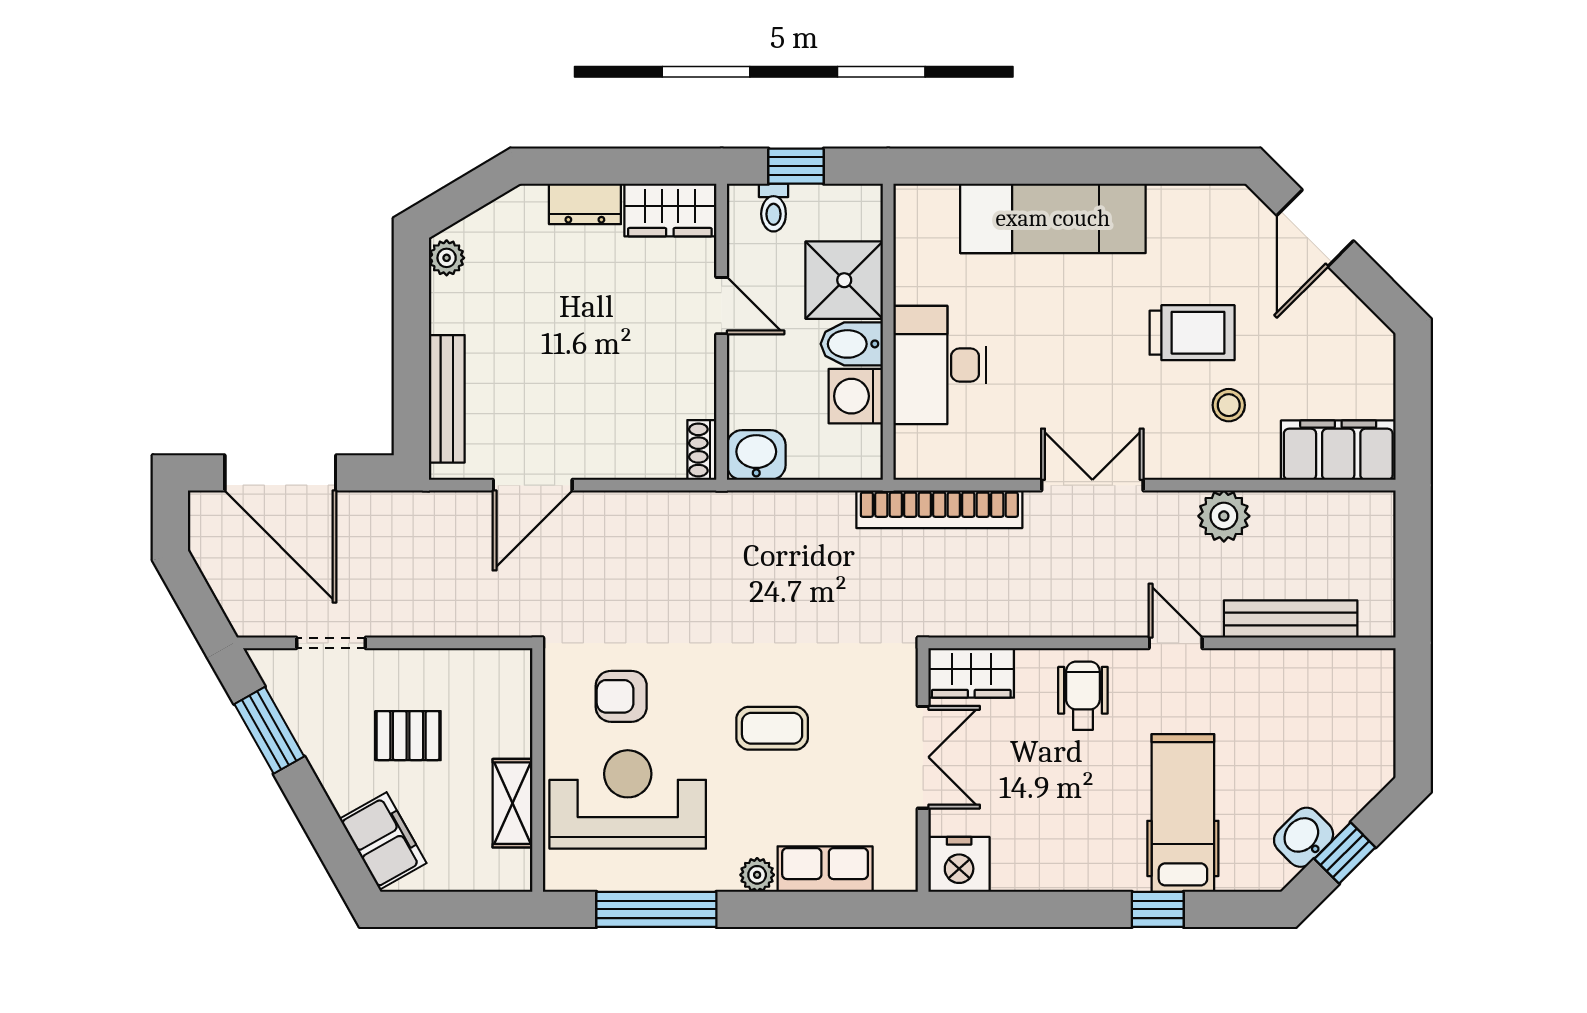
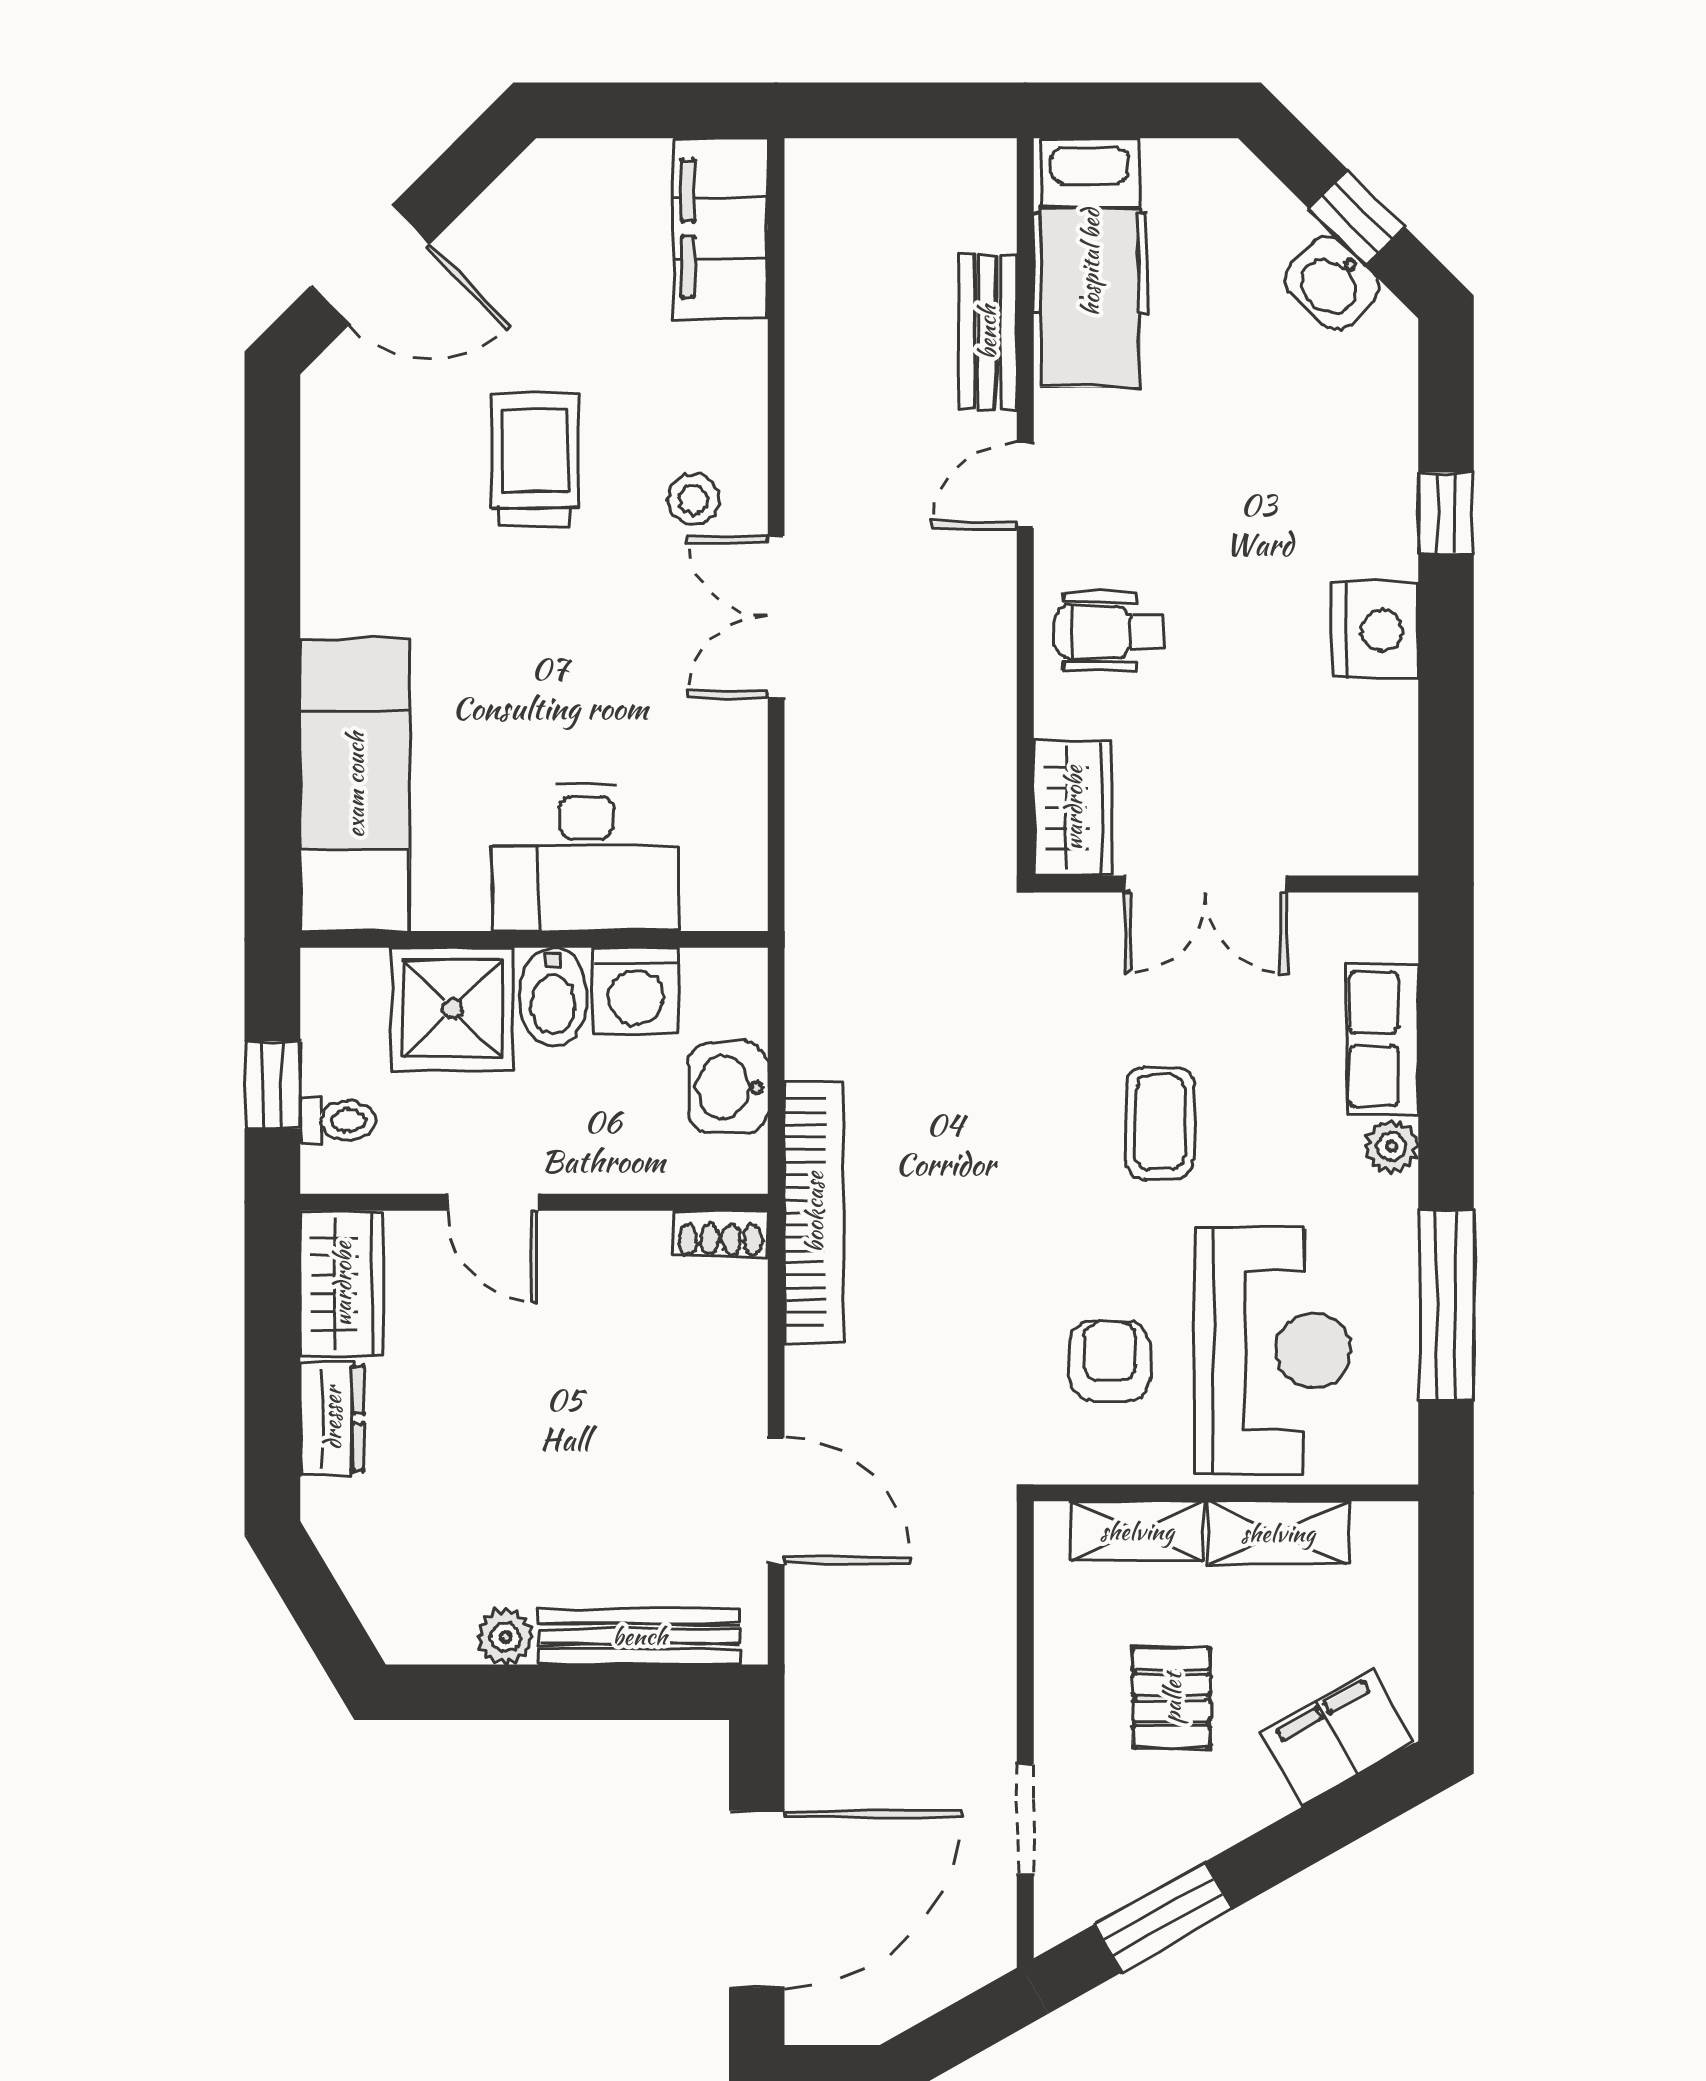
exam couch: (1053, 218) -> (355, 785), moved
plant: (447, 258) -> (506, 1637), moved
door: (722, 306) -> (493, 1202), swing flipped
stool: (1229, 405) -> (693, 500), moved
washbasin: (756, 455) -> (729, 1088), moved
bookcase: (939, 509) -> (814, 1212), moved
plant: (1224, 516) -> (825, 409), removed
bench: (1291, 619) -> (987, 332), width x0.73
armchair: (621, 696) -> (1110, 1361), turned 180
shelving: (514, 714) -> (1137, 1531), added
double door: (923, 757) -> (1206, 884), swing flipped
reception desk: (628, 799) -> (1272, 1351), turned 180
hospital bed: (1183, 813) -> (1090, 262), moved, turned -90
nightstand: (959, 864) -> (1375, 630), moved

